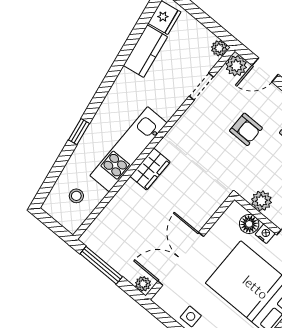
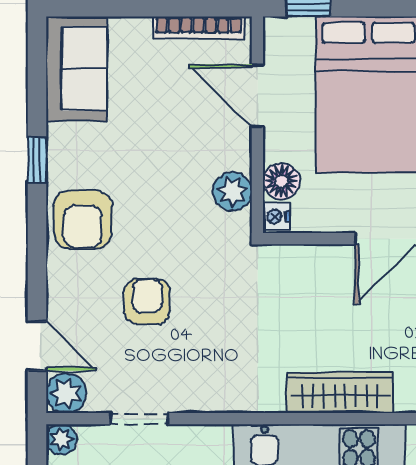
wardrobe: (150, 169) -> (340, 393), width x1.50
nightstand: (265, 234) -> (276, 217), moved

